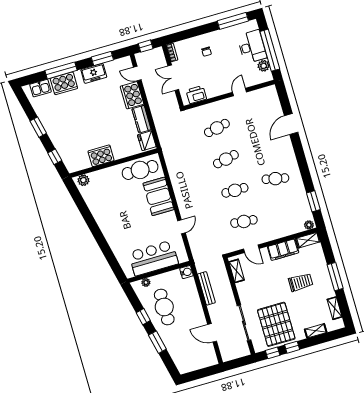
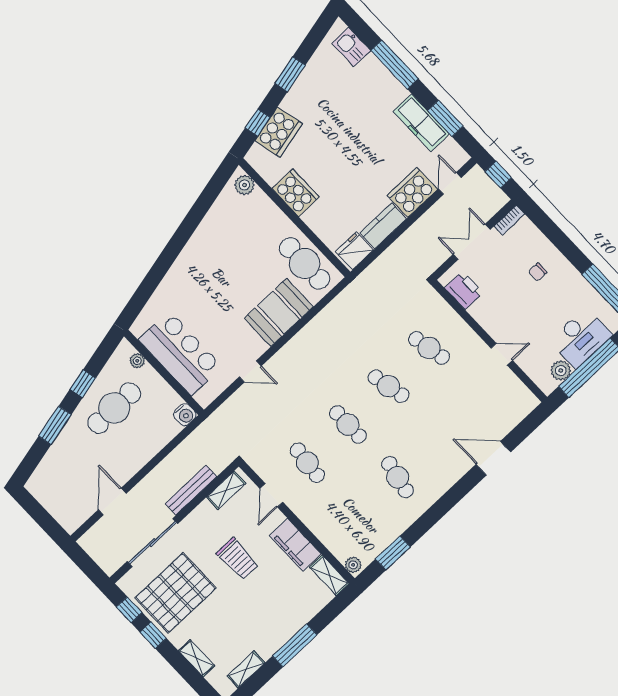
freezer: (94, 73) -> (421, 123), width x1.40
cooker: (64, 83) -> (279, 132), moved, turned -103
trolley: (301, 282) -> (237, 559), moved
bench: (206, 288) -> (191, 490), moved

